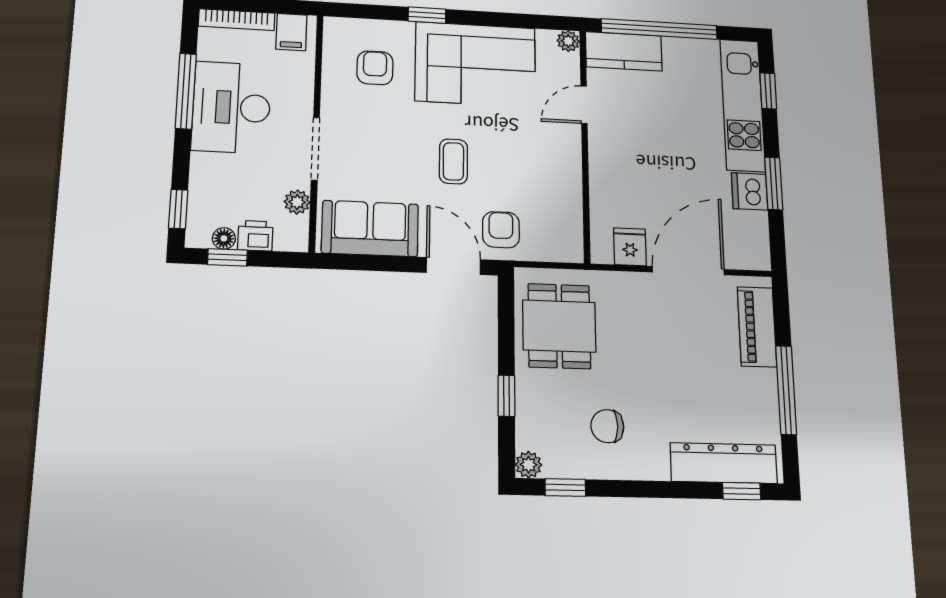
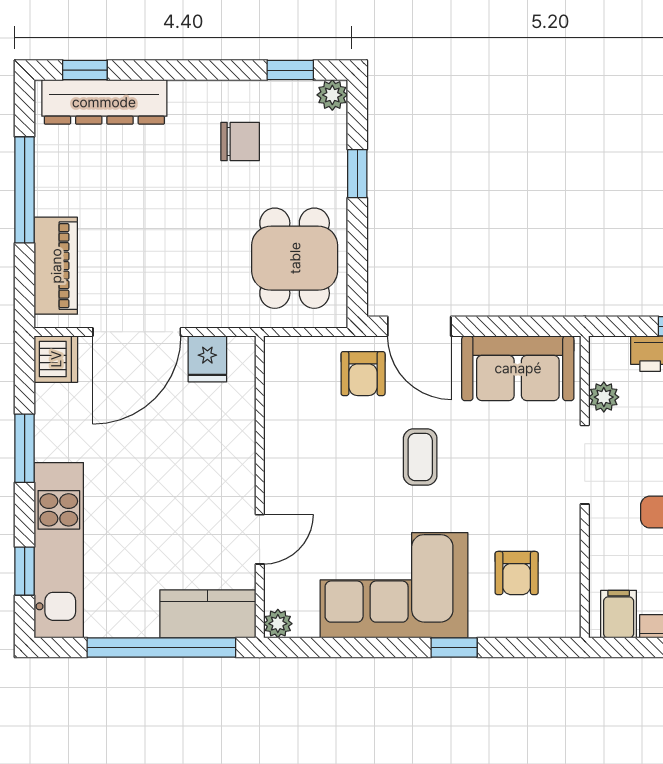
dishwasher: (750, 191) -> (56, 359), moved

